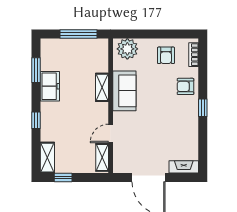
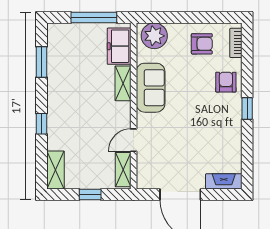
armchair: (166, 55) -> (202, 44), turned -90
freezer: (50, 86) -> (119, 46), moved, turned 180
armchair: (186, 86) -> (226, 82), turned 90
window: (63, 178) -> (90, 194), moved

